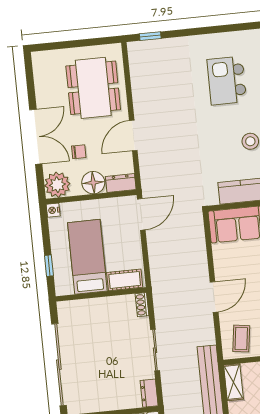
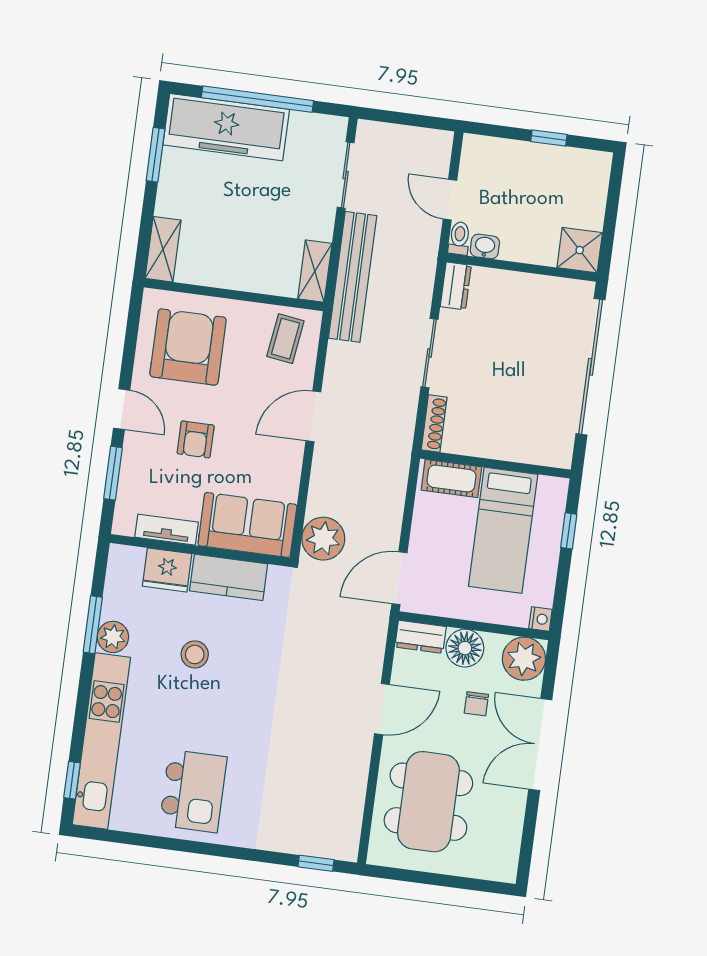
kitchen island: (227, 81) -> (193, 791), moved
chair: (79, 152) -> (476, 704), turned -90
plant: (191, 227) -> (323, 539), added
shoe rack: (142, 305) -> (434, 423), width x1.43

